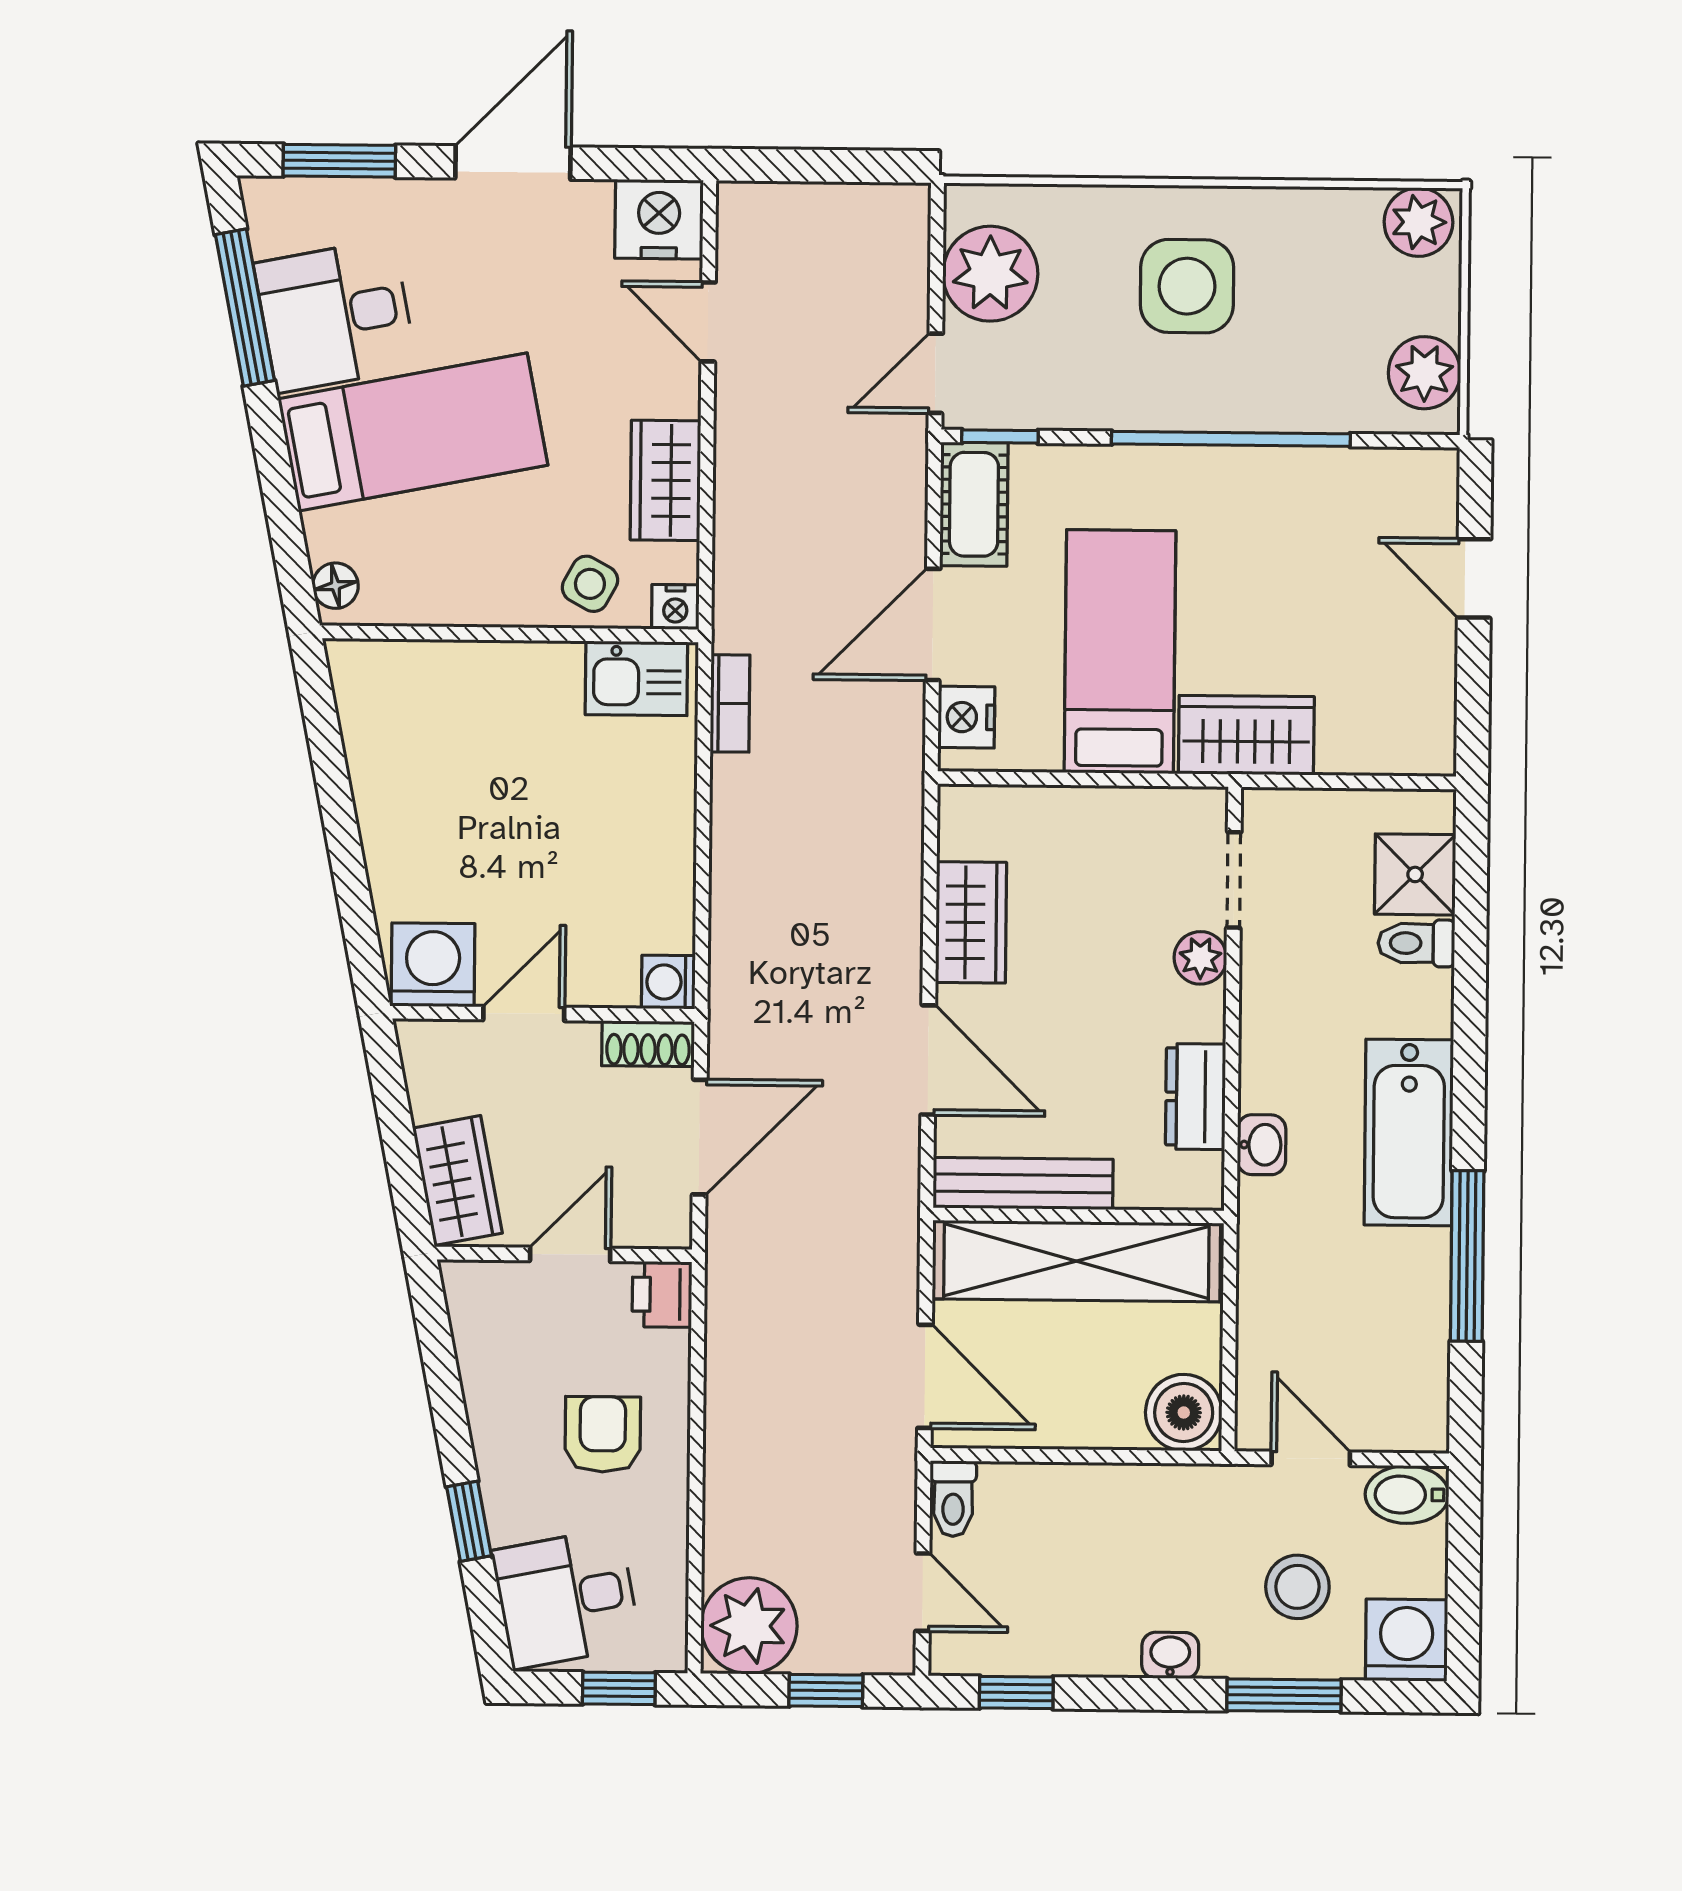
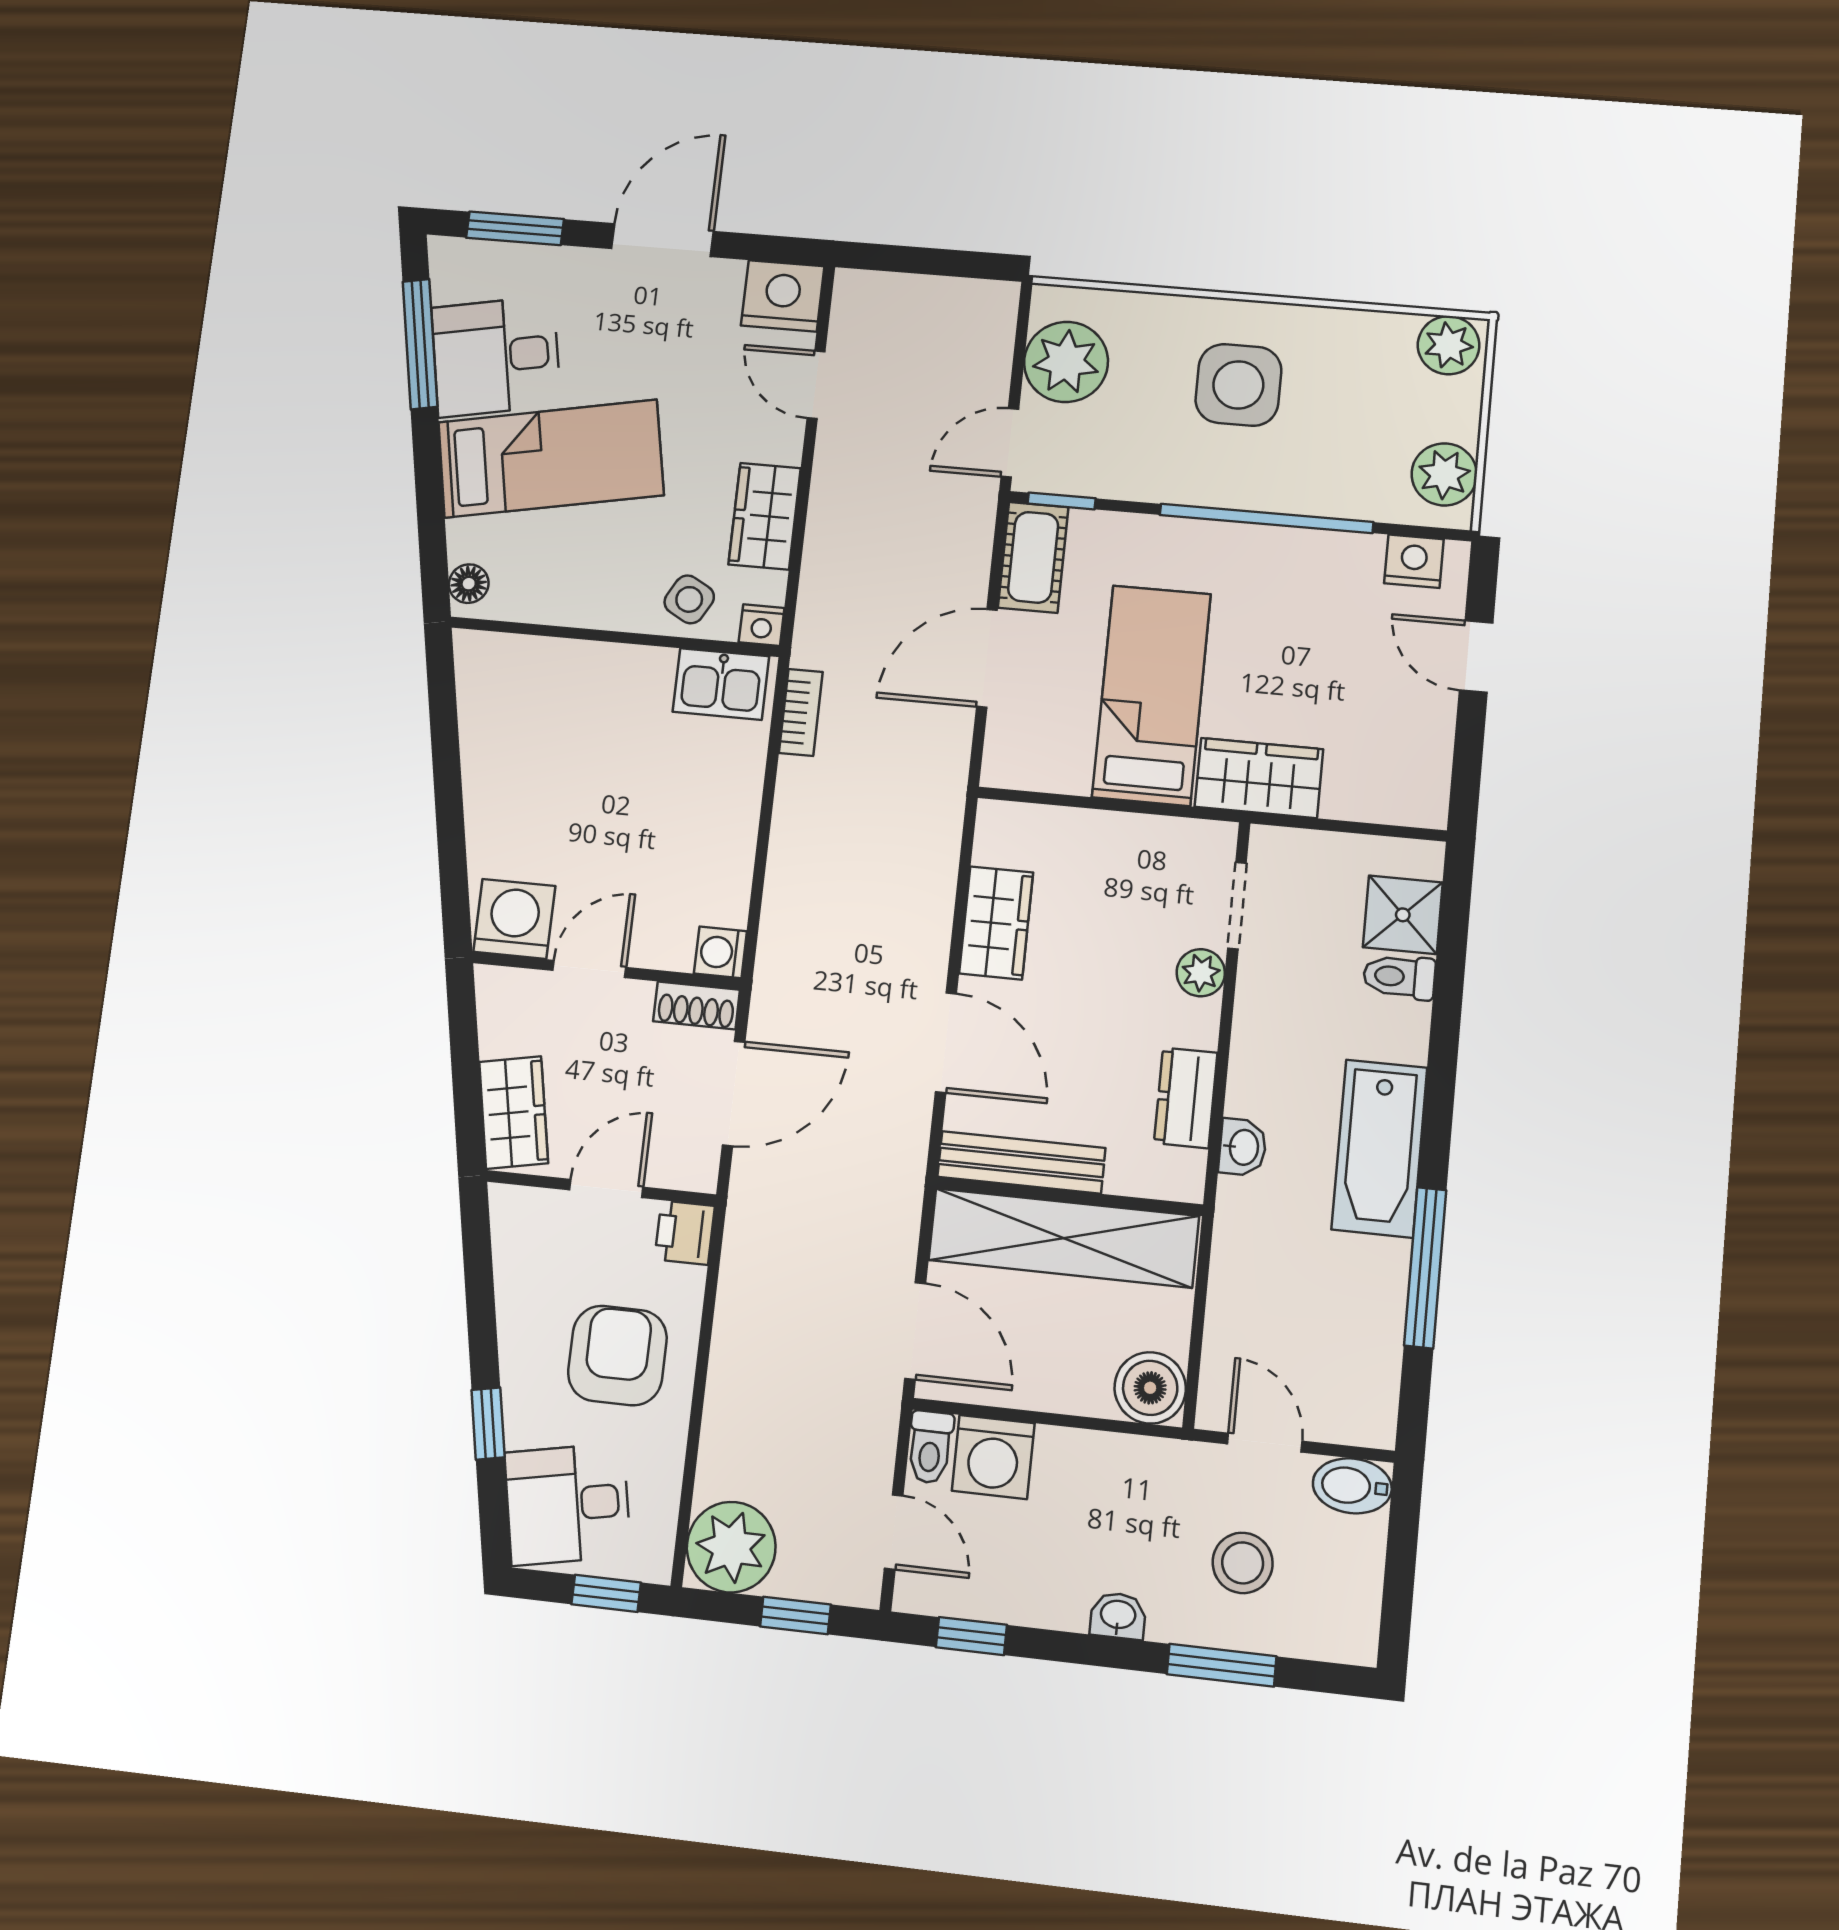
nightstand: (966, 717) -> (1414, 561), moved, turned 90
armchair: (603, 1434) -> (617, 1356), width x1.38, depth x1.38
washing machine: (1407, 1640) -> (993, 1457), moved, turned 180

